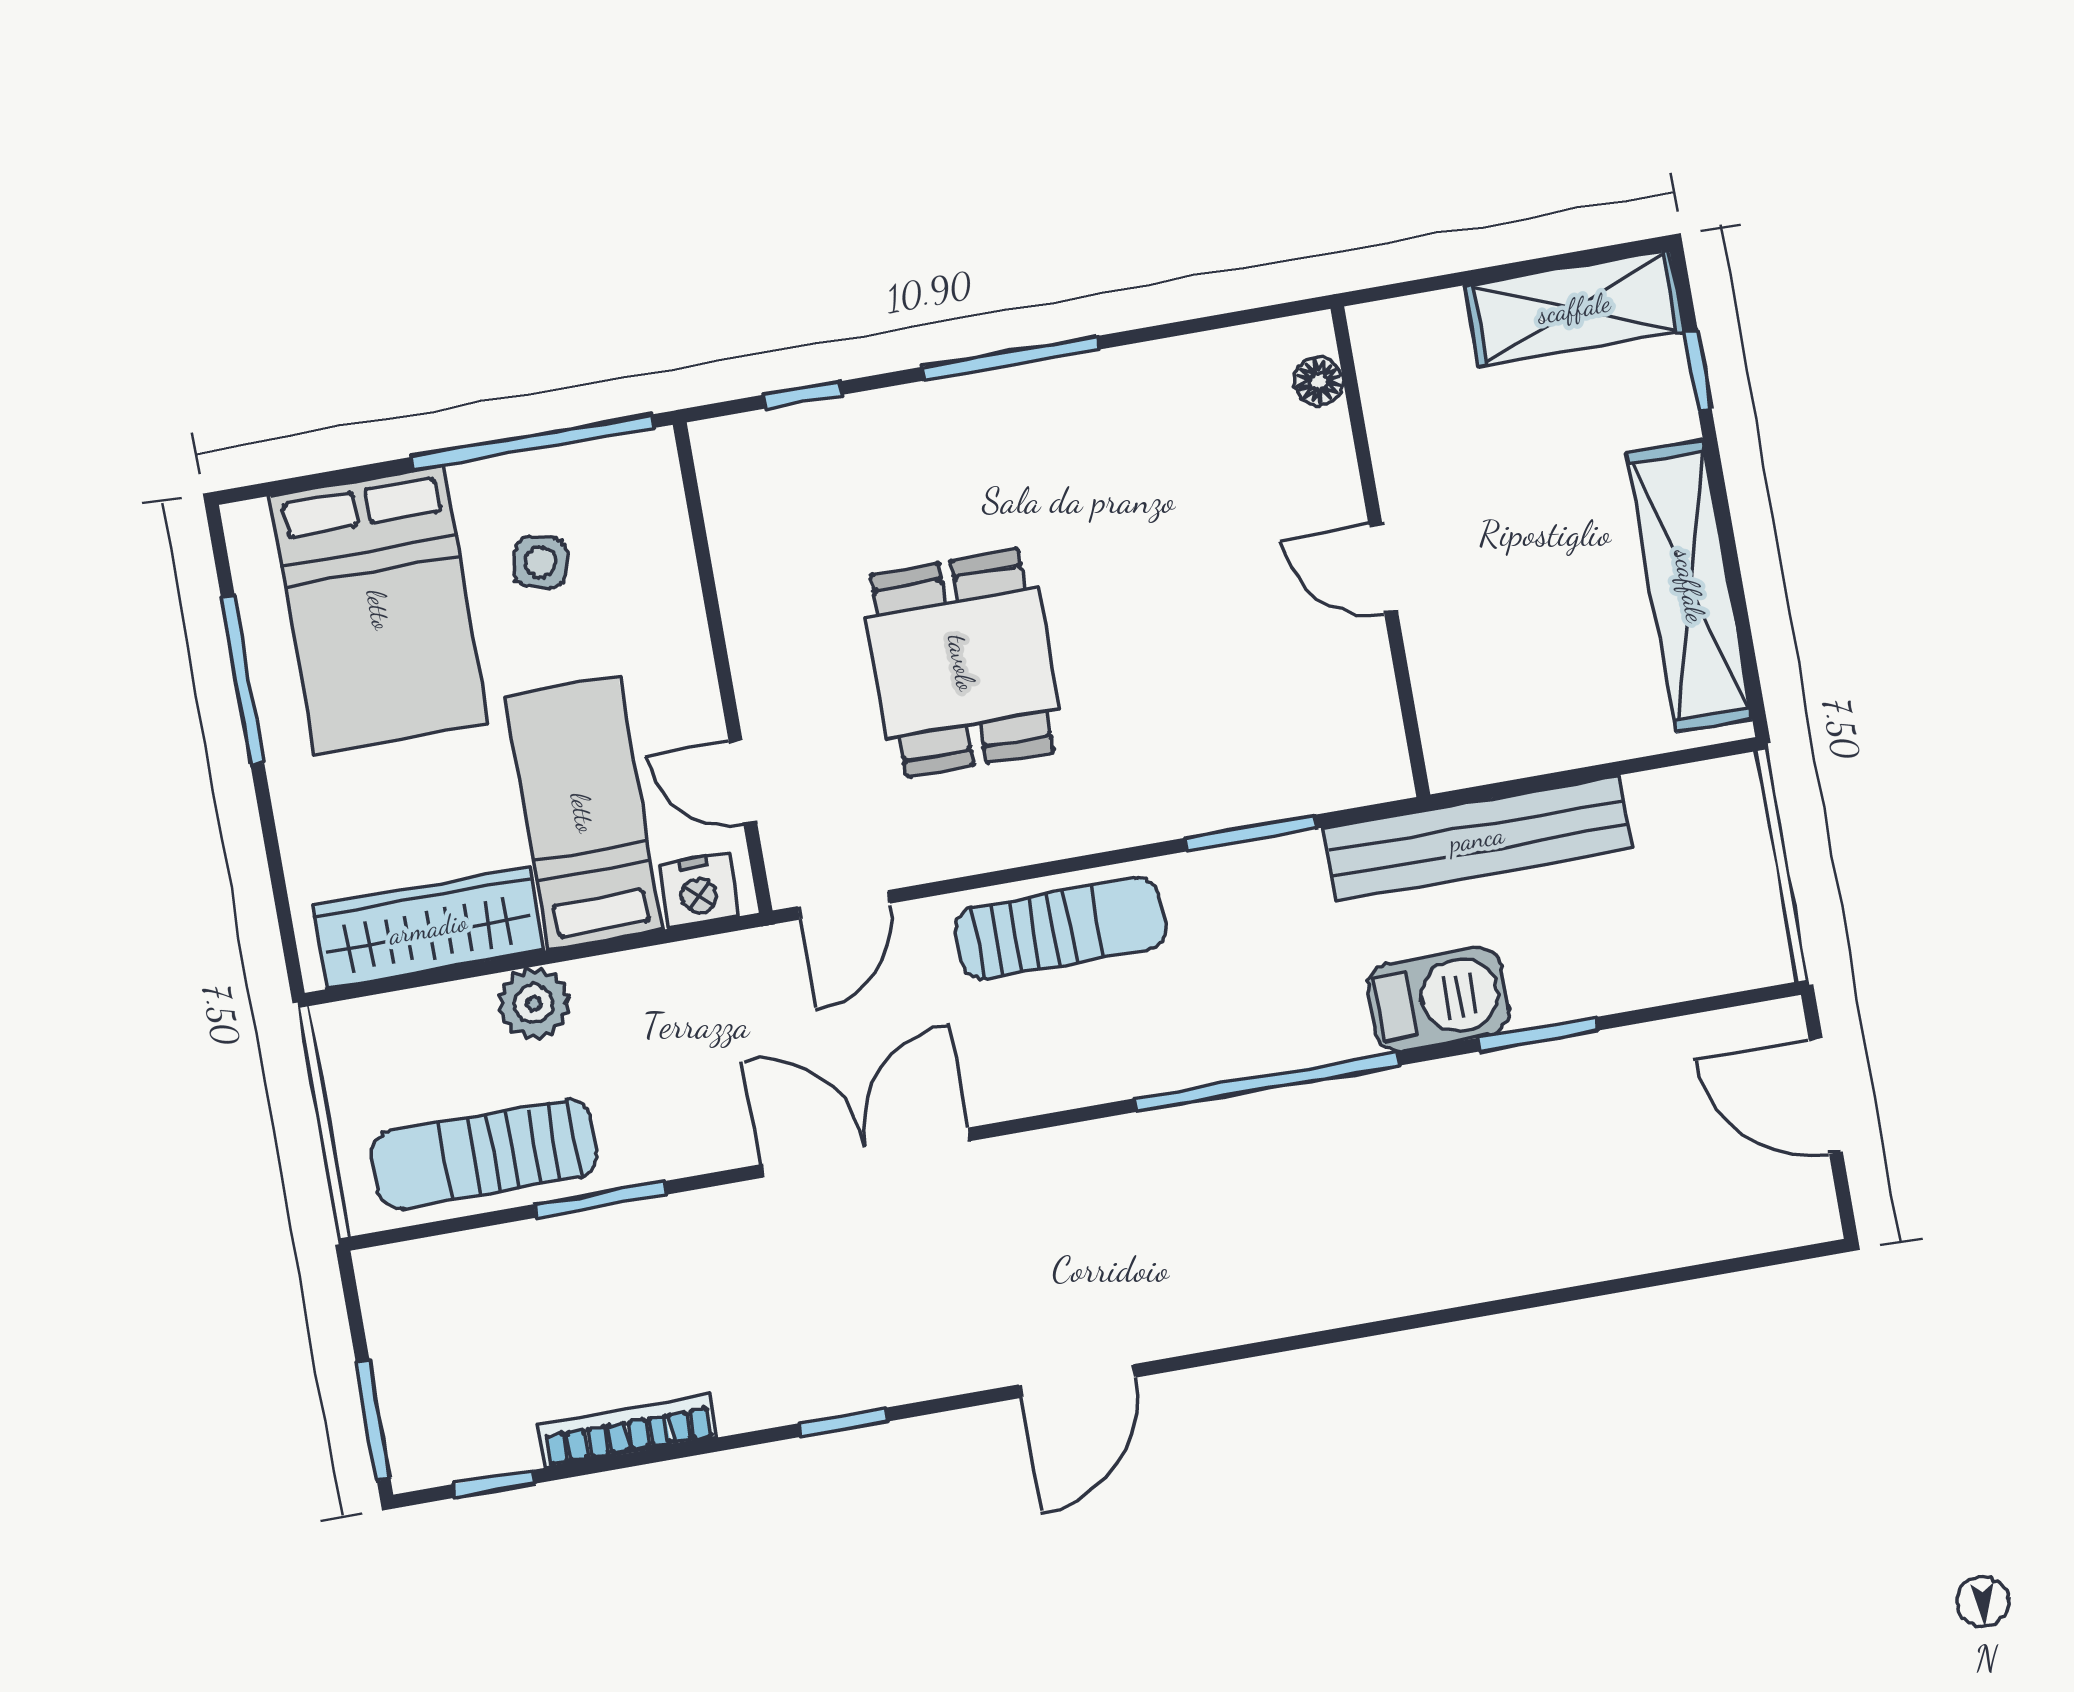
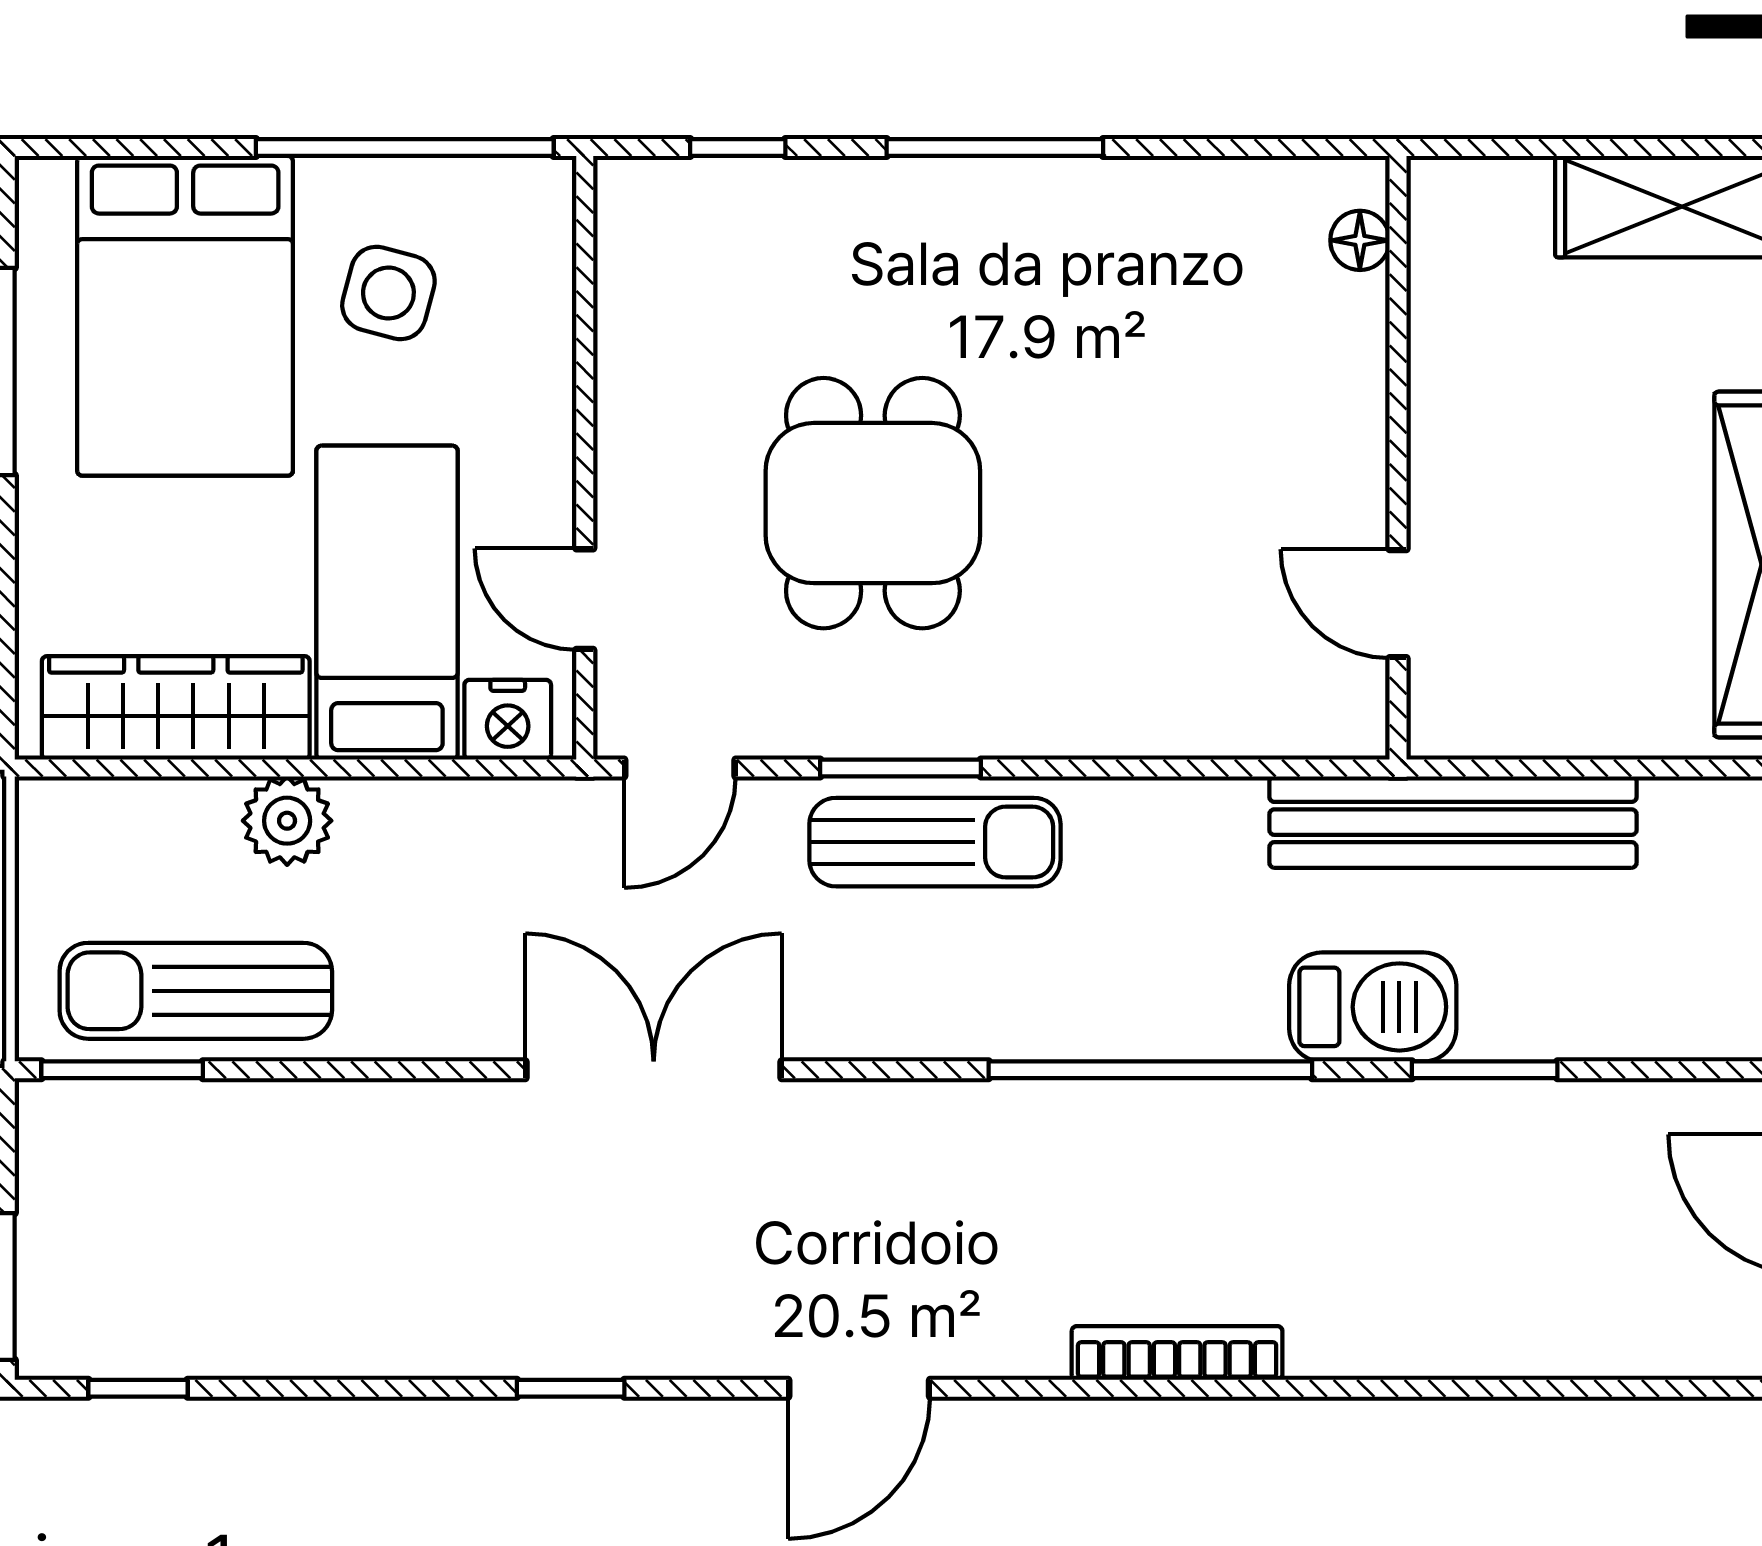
side table: (540, 562) -> (388, 293), width x1.37, depth x1.37
door: (1383, 568) -> (1398, 604), moved
window: (1251, 833) -> (900, 768), moved
window: (600, 1199) -> (122, 1070), moved
bookcase: (628, 1431) -> (1177, 1353), moved

